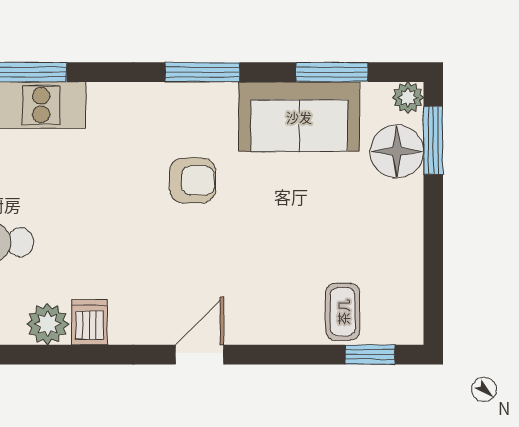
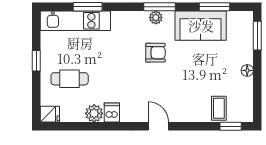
plant: (408, 97) -> (156, 18), moved
floor lamp: (397, 151) -> (247, 70), moved, width x0.53, depth x0.53
door: (200, 355) -> (158, 126), hinge flipped

